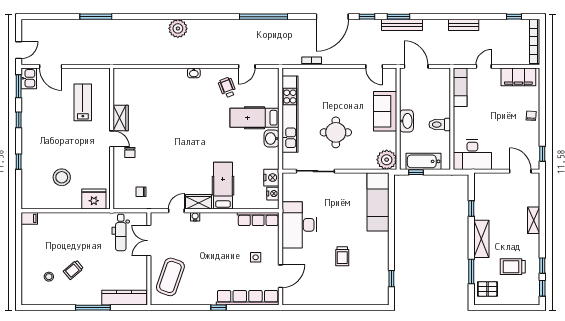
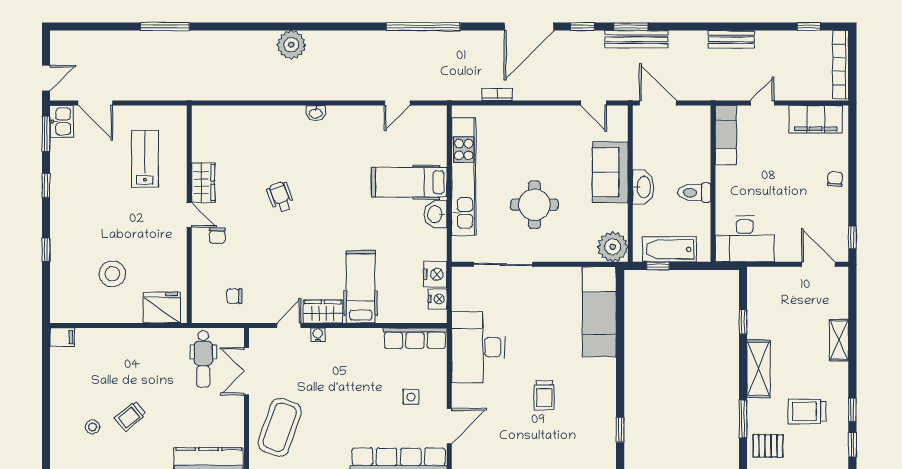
wheelchair: (227, 87) -> (281, 197), moved

